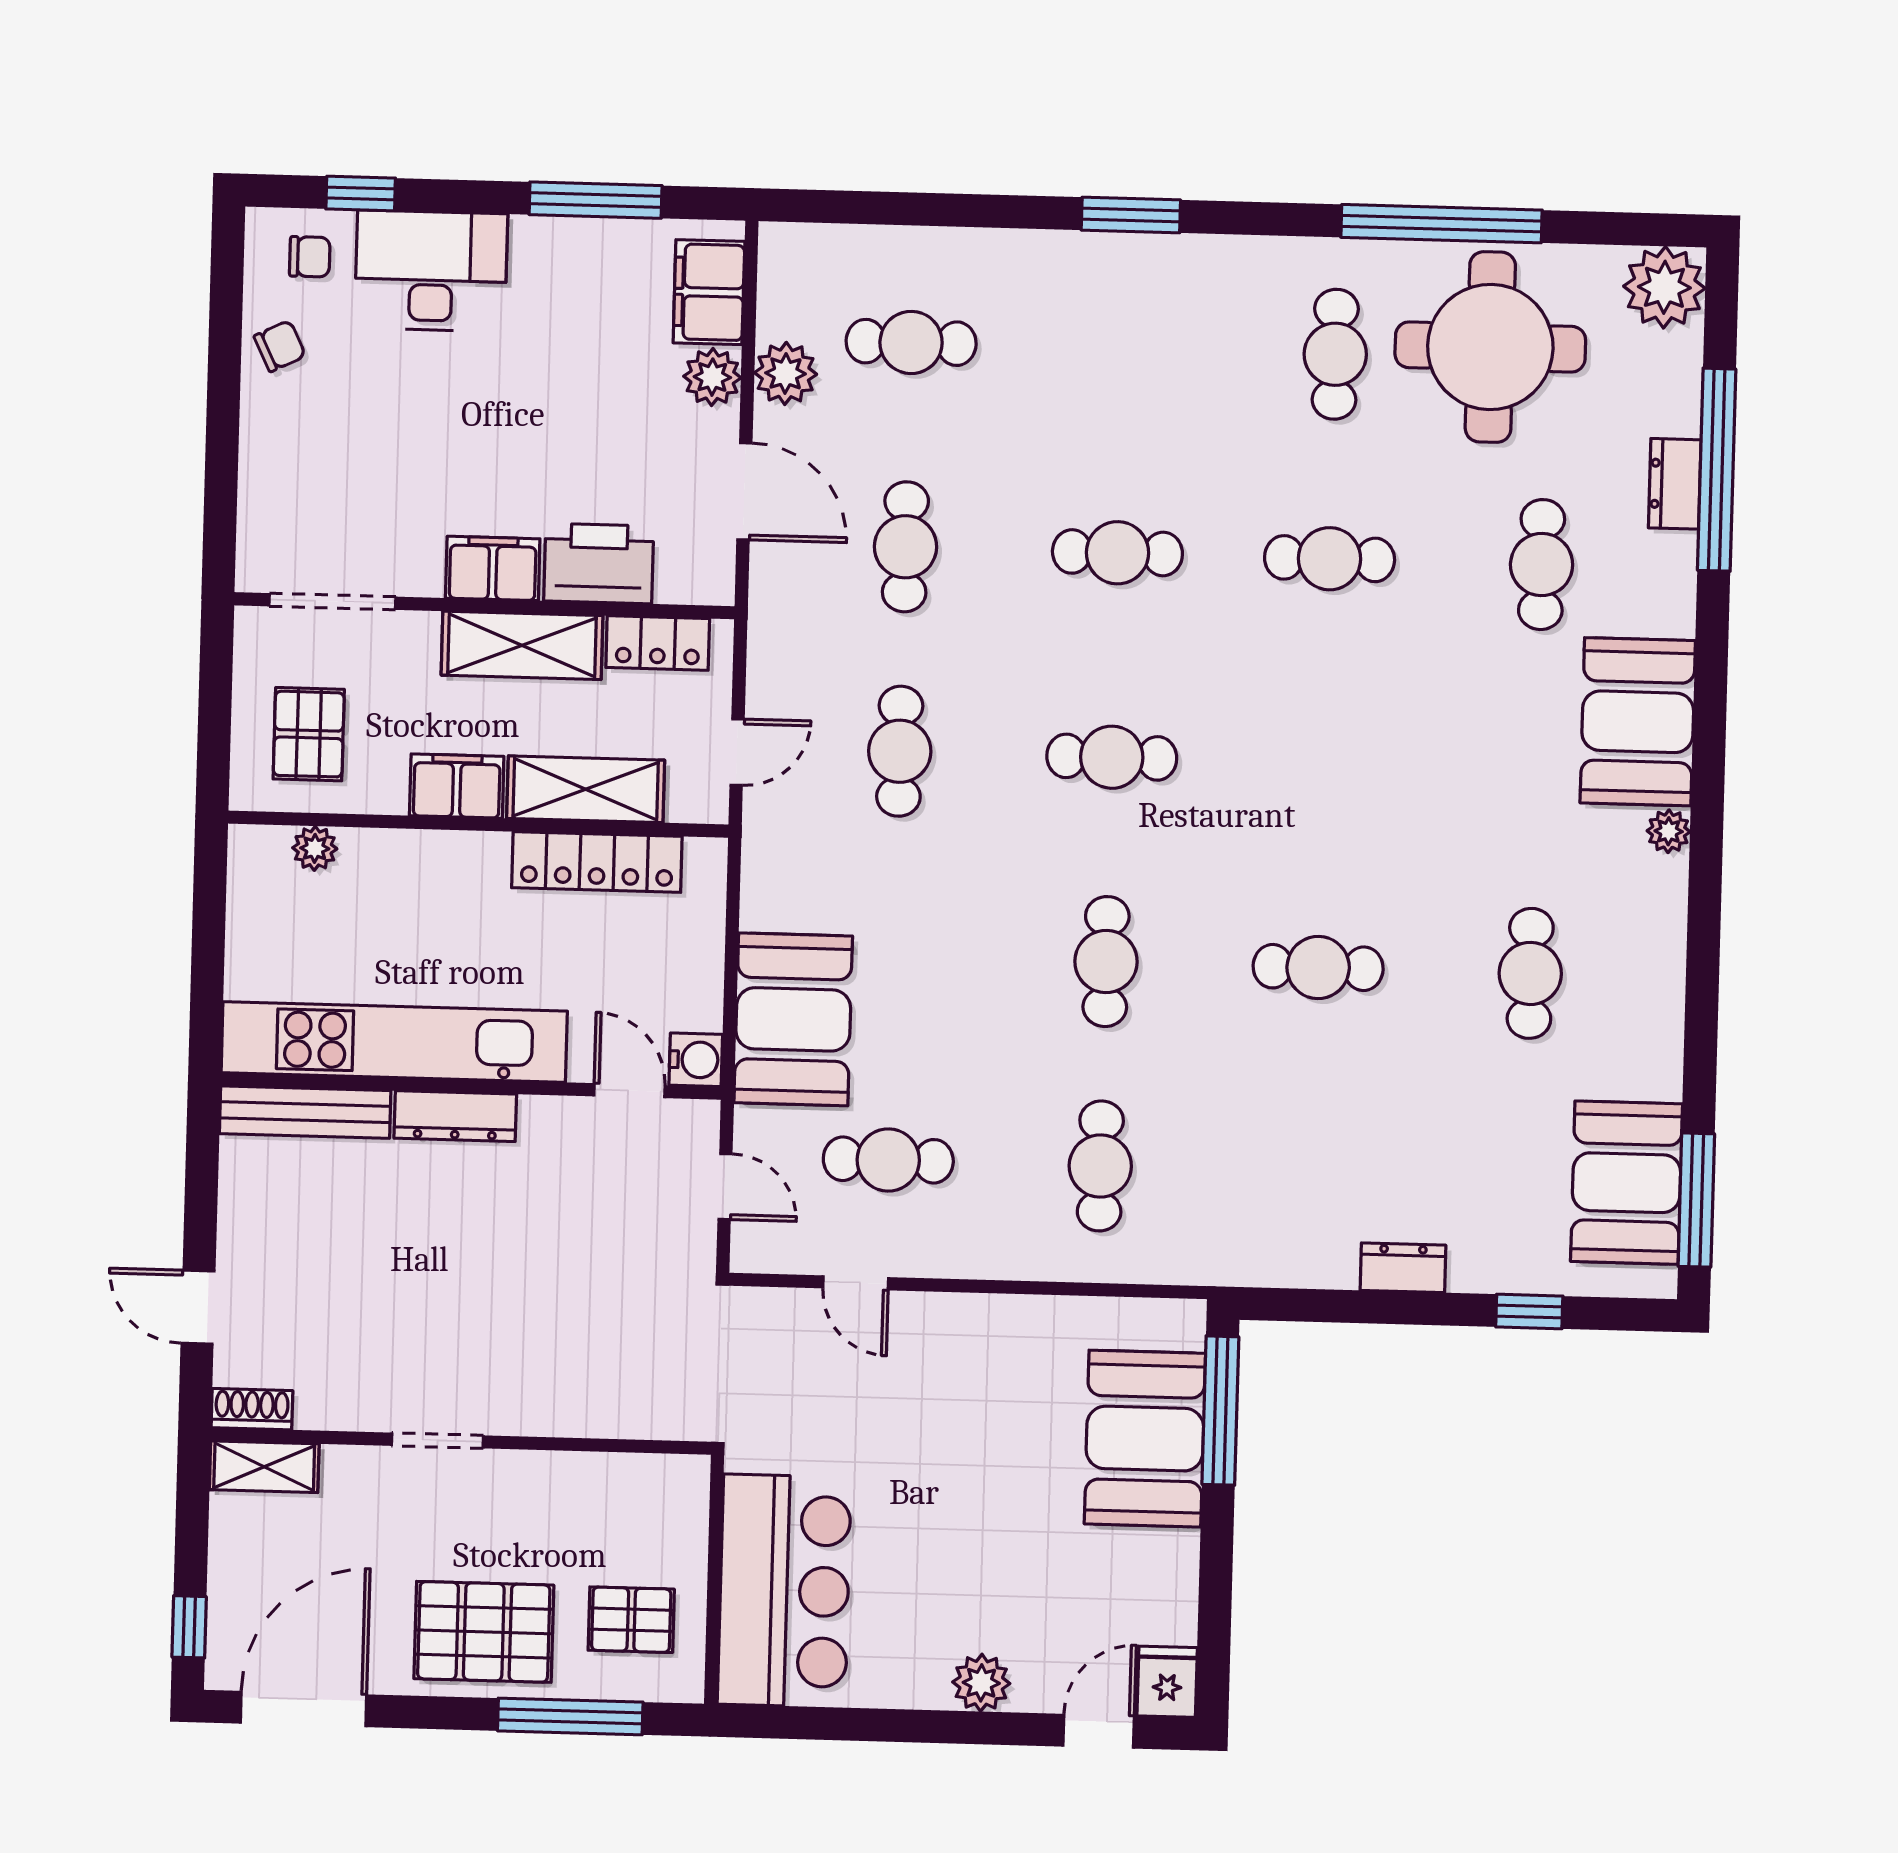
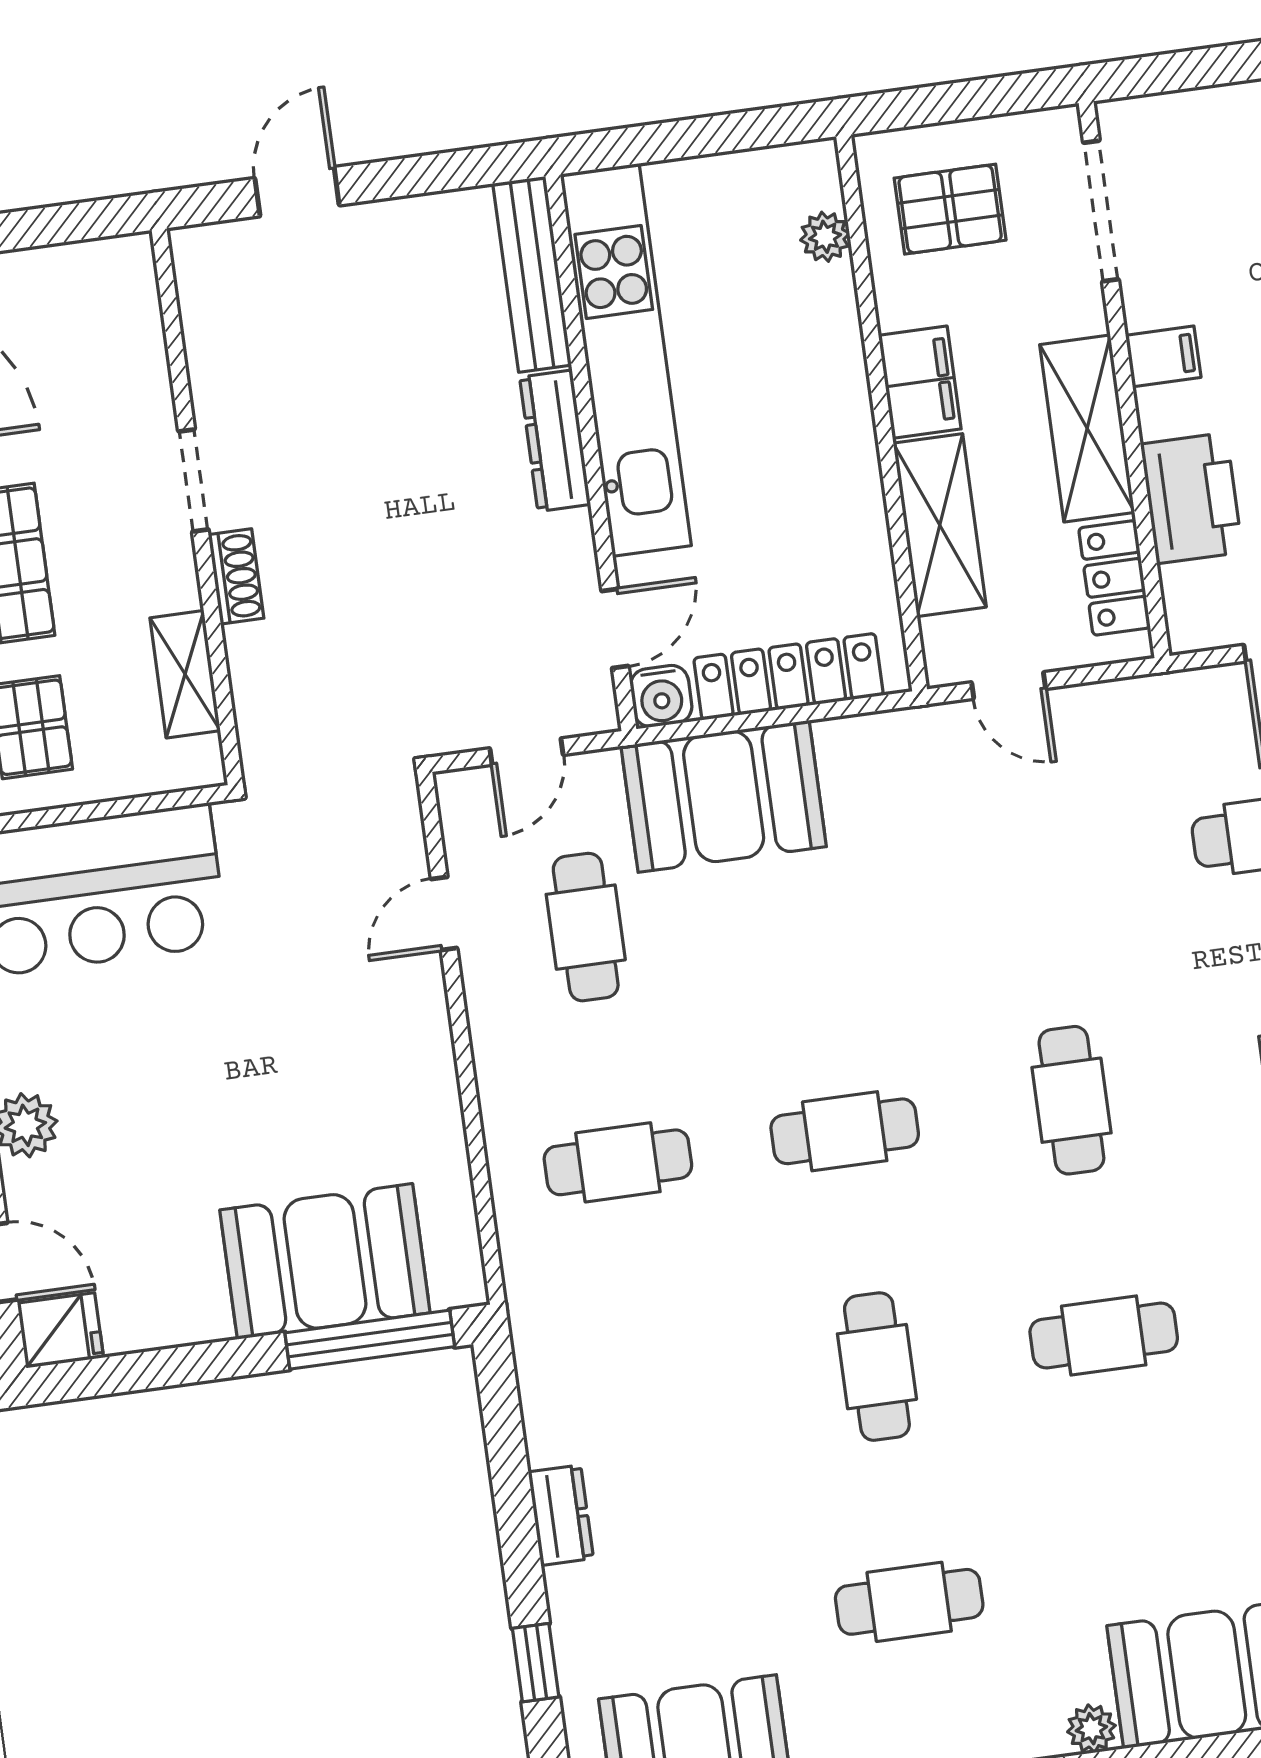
filing cabinet: (493, 568) -> (1163, 356), width x0.50
cafe table: (900, 751) -> (1104, 1335), moved
locker: (597, 862) -> (789, 677), moved, turned 90
shoe rack: (252, 1409) -> (236, 576), moved
shelving: (264, 1467) -> (185, 674), moved

